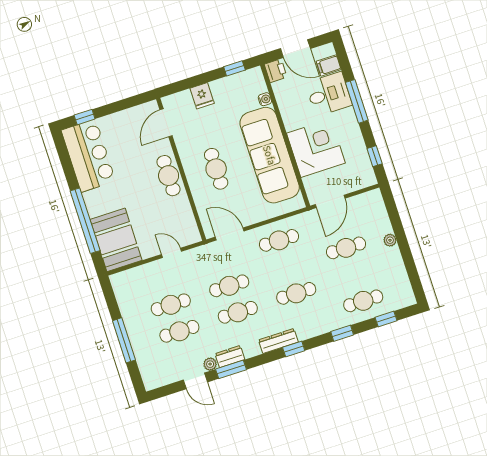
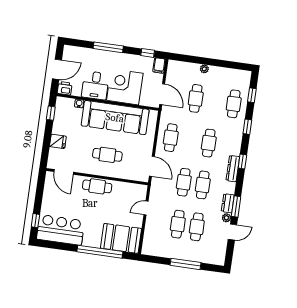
filing cabinet: (329, 65) -> (159, 65), moved
desk: (329, 94) -> (95, 85), moved, turned 180
door: (230, 234) -> (152, 166), swing flipped

